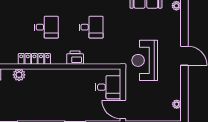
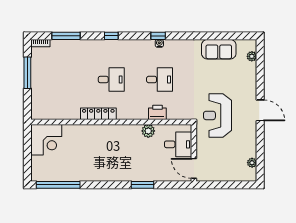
printer: (75, 58) -> (157, 112), moved
plant: (19, 75) -> (148, 131), moved

